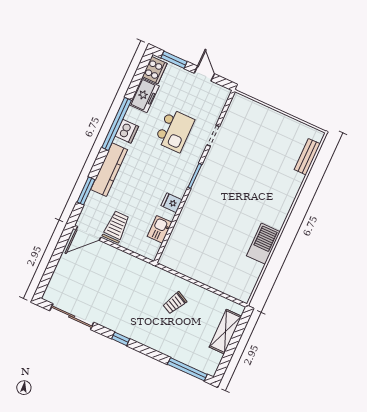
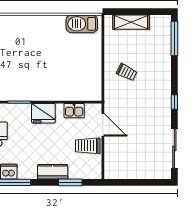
kitchen counter: (109, 170) -> (53, 172), width x0.67
fridge: (172, 203) -> (43, 113), width x1.88, depth x1.34
door: (88, 233) -> (103, 125), moved
barbecue: (263, 244) -> (82, 24), moved

